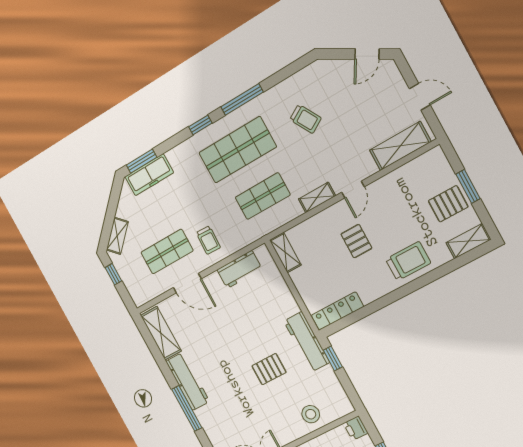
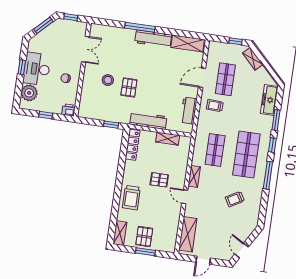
window: (141, 161) -> (276, 120), moved
shelving: (285, 252) -> (168, 139), moved
workbench: (307, 342) -> (148, 121), moved
stool: (311, 414) -> (108, 80), moved

